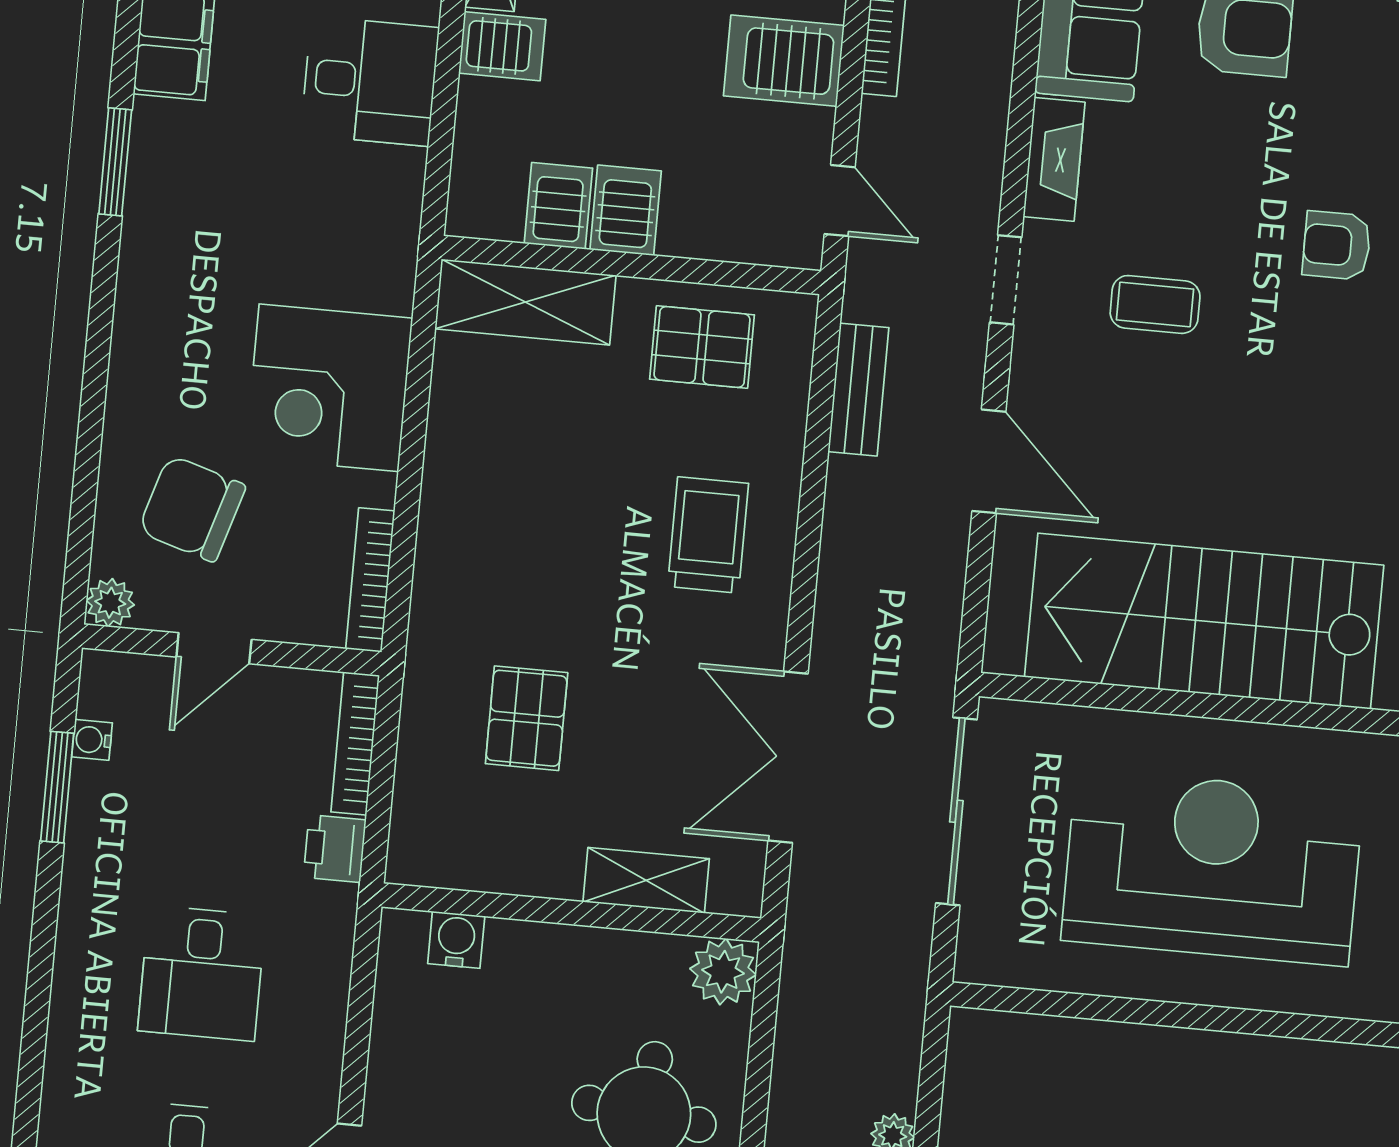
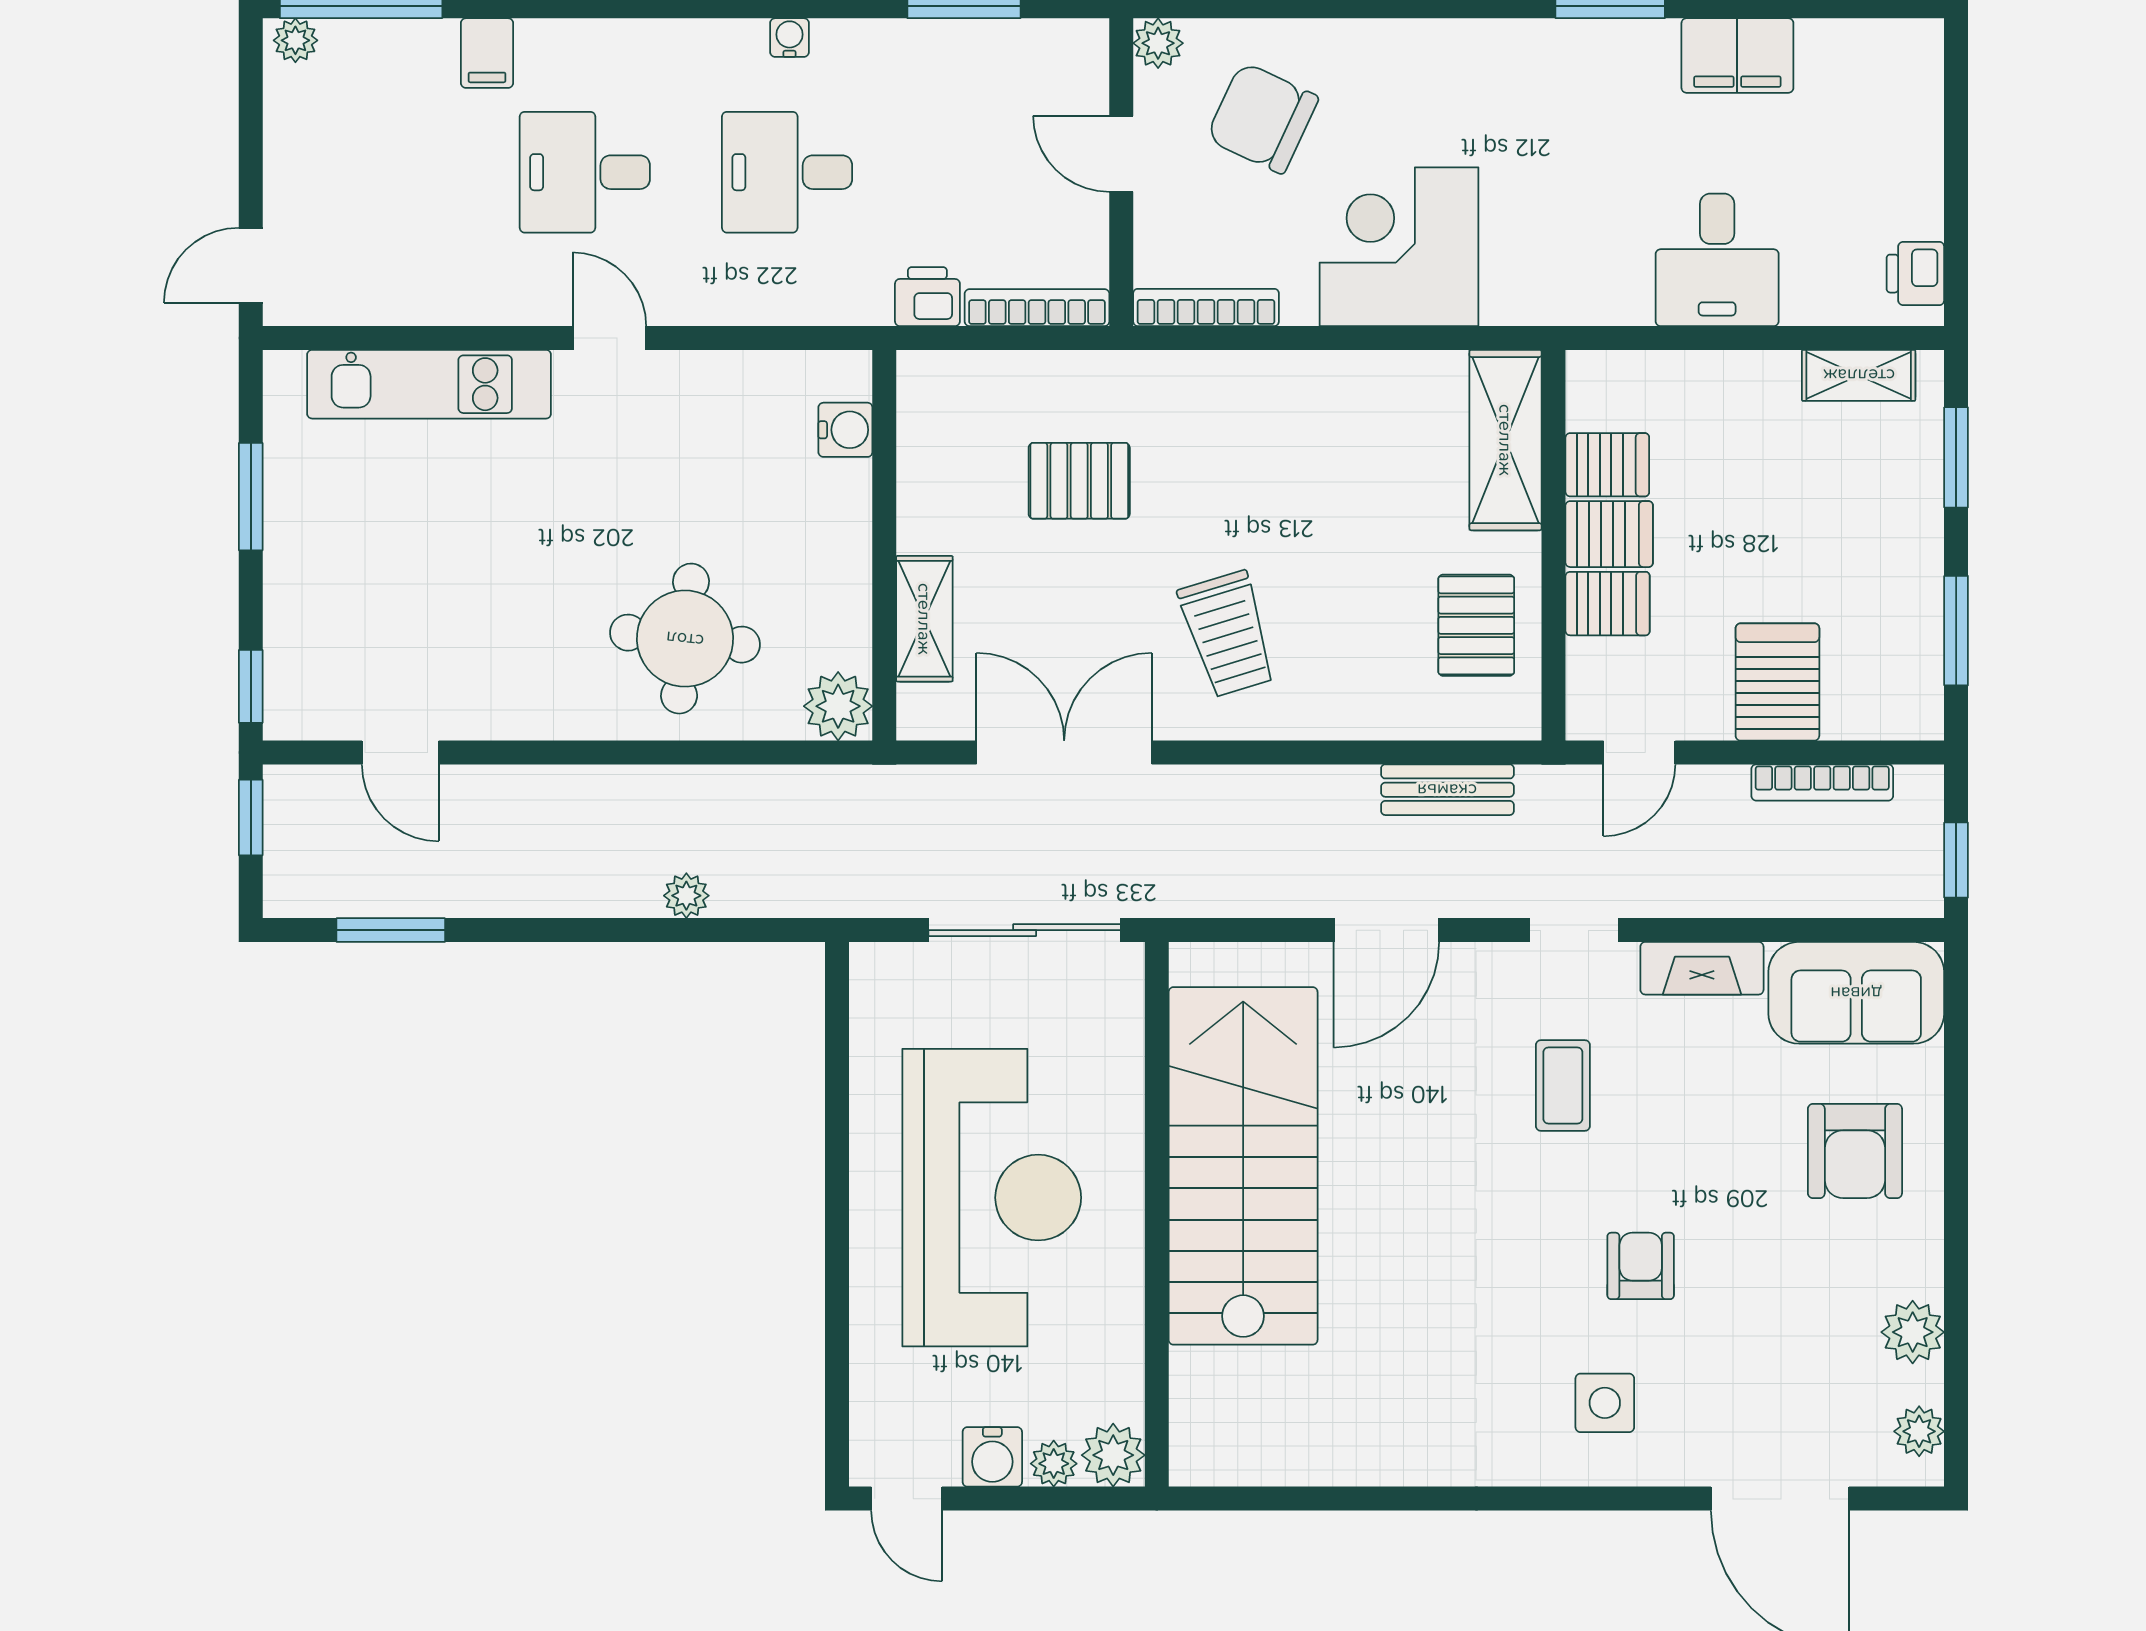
server rack: (502, 46) -> (1607, 604), moved, turned -90
chair: (192, 508) -> (1262, 118), turned -82
trolley: (708, 535) -> (1228, 634), moved, turned 73
water cooler: (92, 740) -> (790, 38), moved

